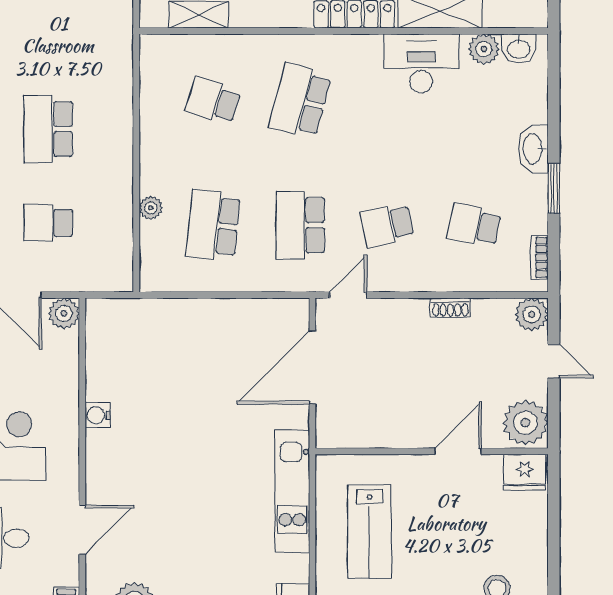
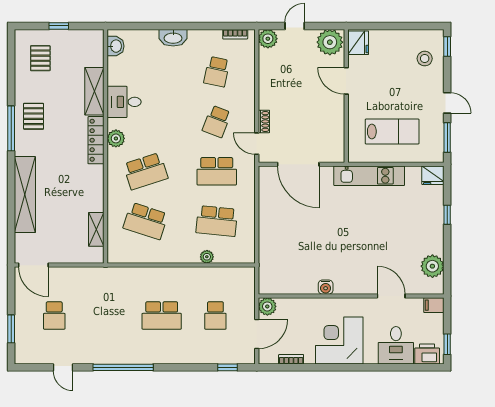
plant: (484, 49) -> (116, 138), moved
desk: (421, 63) -> (124, 102), width x0.73
school desk: (213, 101) -> (146, 221), width x1.85
school desk: (300, 101) -> (146, 171), turned -33
window: (554, 188) -> (196, 26), removed
school desk: (387, 225) -> (217, 121), turned 33
shoe rack: (450, 308) -> (264, 121), moved

